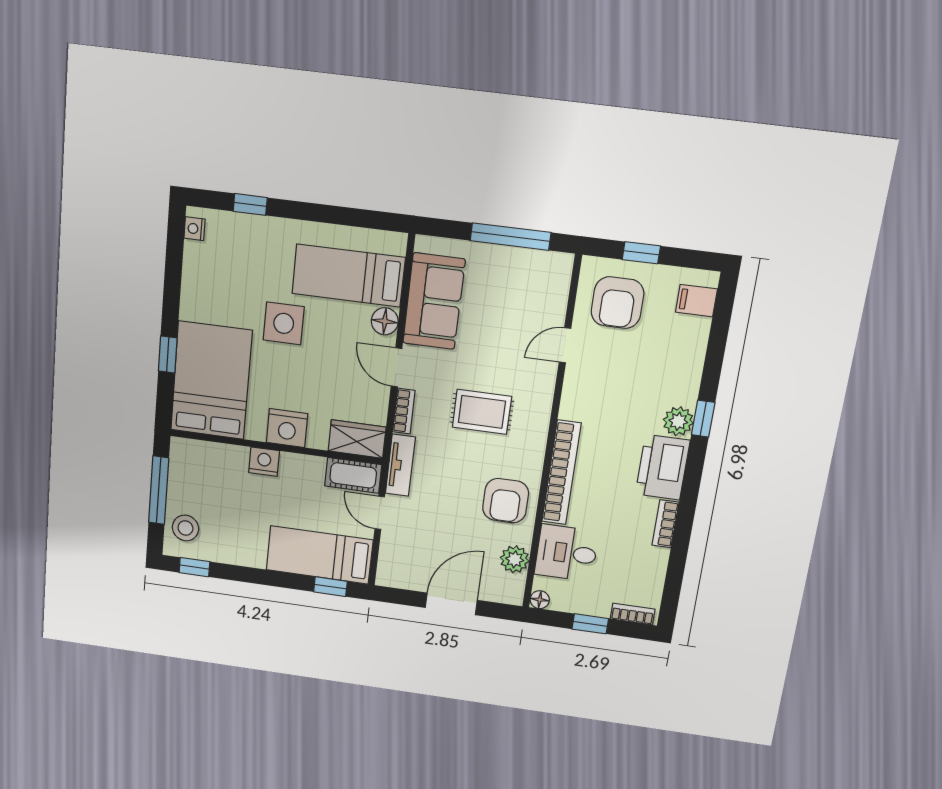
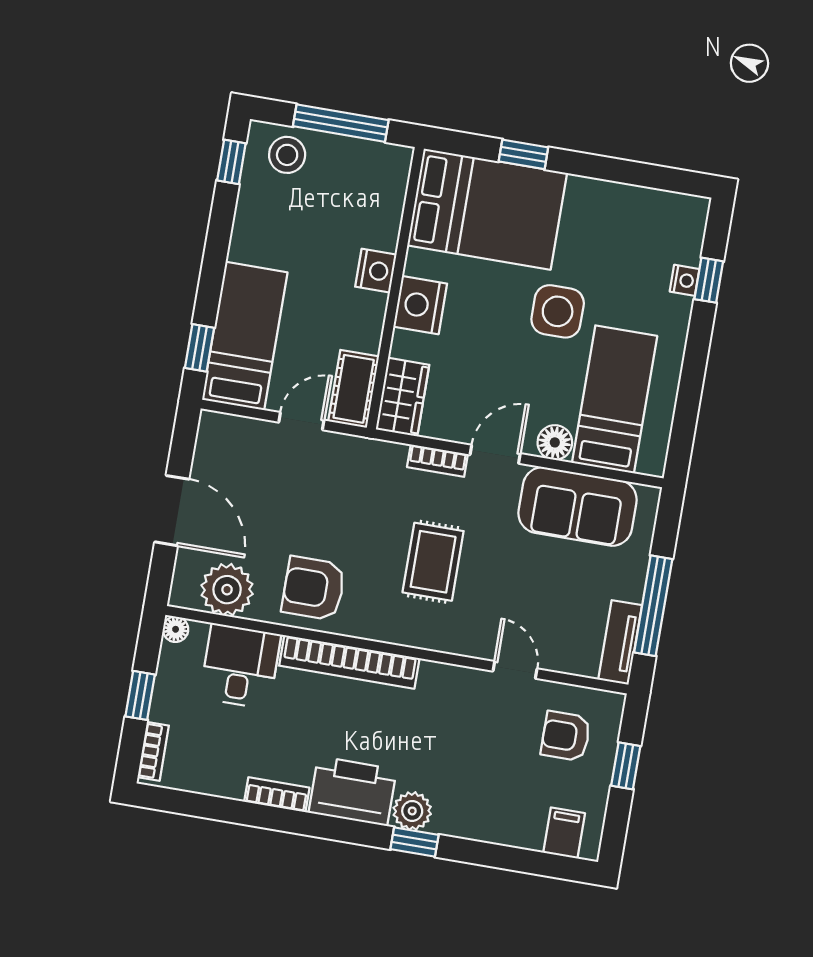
nightstand: (195, 229) -> (685, 280), moved, turned 90
armchair: (617, 303) -> (566, 736), width x0.72, depth x0.72
tv unit: (400, 465) -> (620, 642), moved, turned 90
plant: (515, 559) -> (227, 590), width x1.36, depth x1.36

